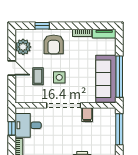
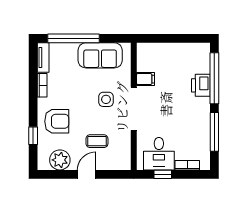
side table: (59, 77) -> (106, 99), moved
window: (119, 77) -> (74, 38), moved
sofa: (106, 79) -> (100, 55), width x0.73
window: (119, 129) -> (164, 38), removed

